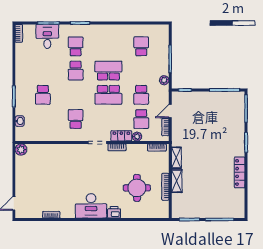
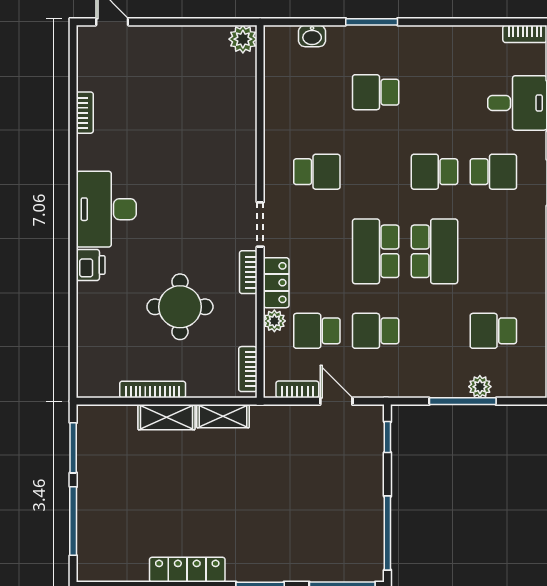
school desk: (141, 46) -> (493, 331), turned 180
plant: (164, 80) -> (480, 387), moved
round table: (137, 188) -> (180, 307), moved

